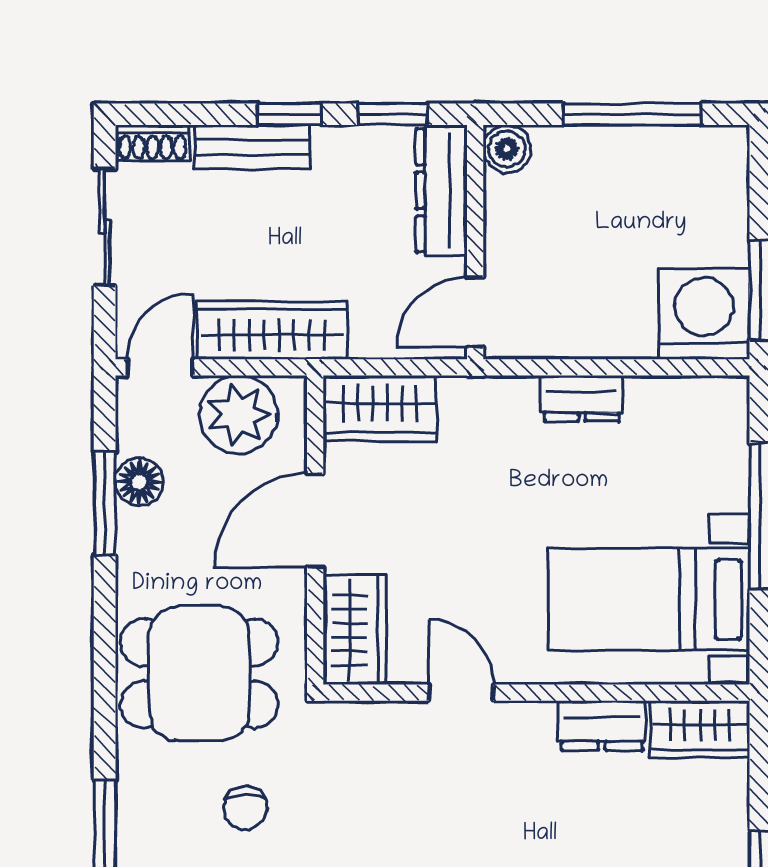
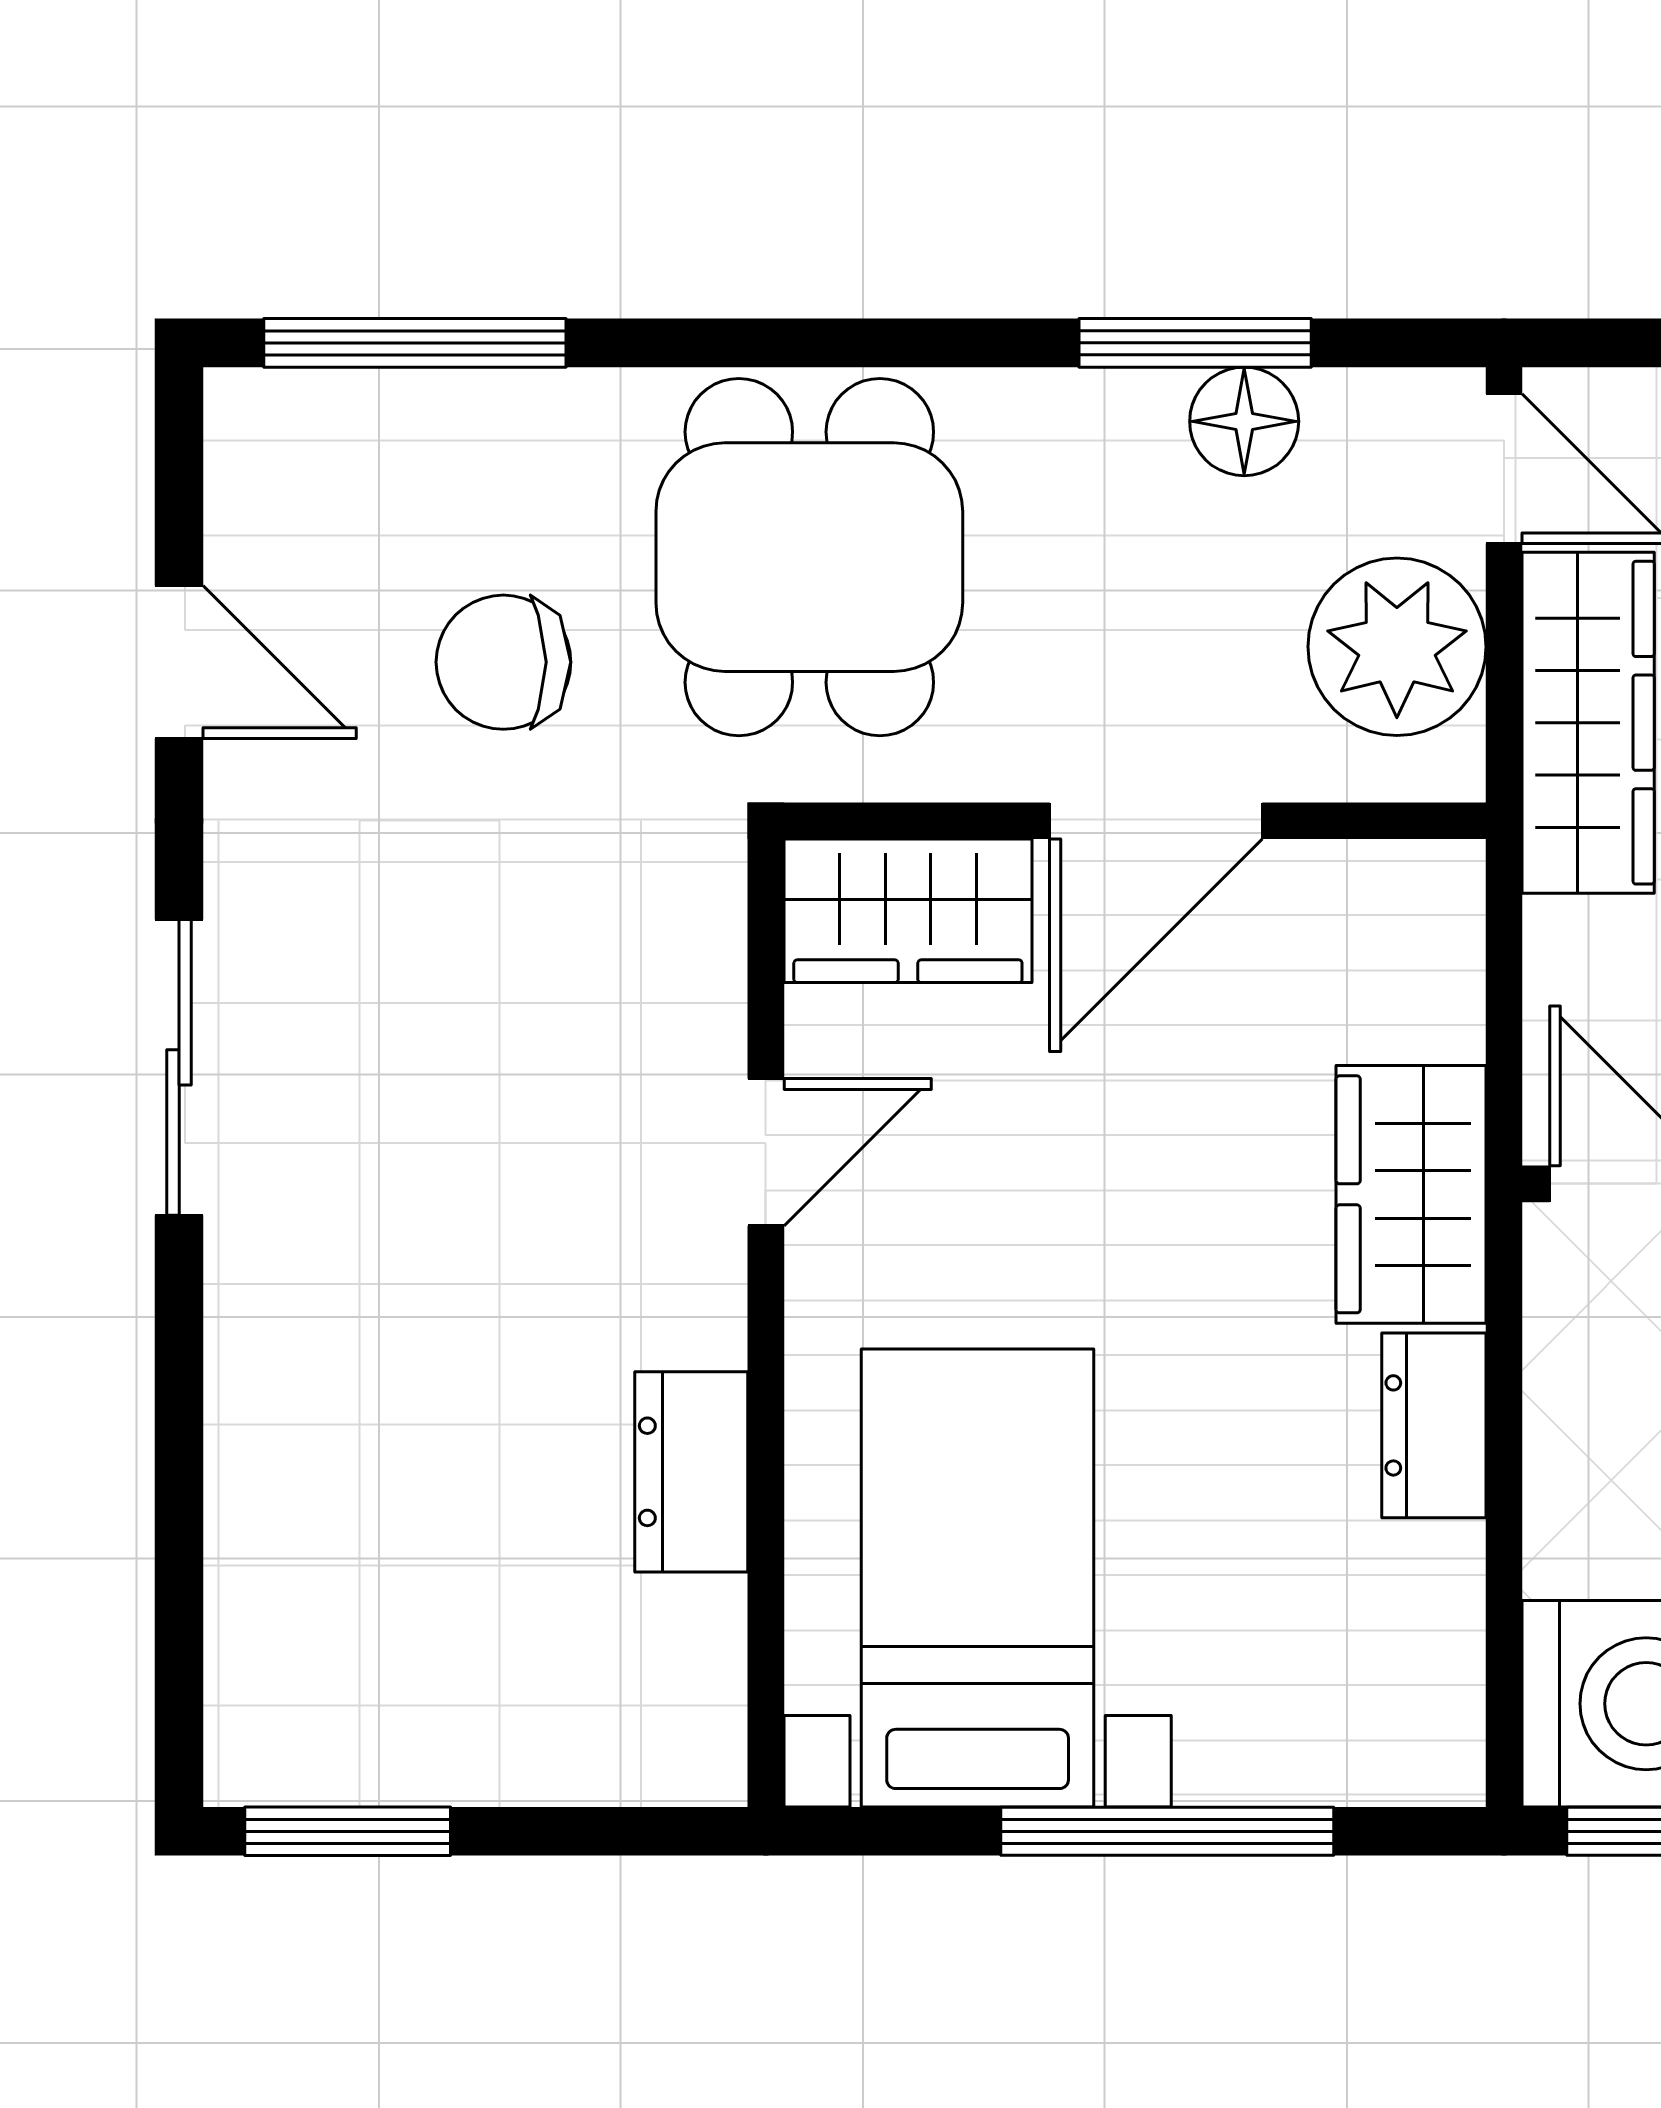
wardrobe: (380, 408) -> (1411, 1194), moved
door: (315, 521) -> (1156, 821), swing flipped
wardrobe: (700, 729) -> (682, 1694), removed
chair: (245, 808) -> (503, 662), width x1.37, depth x1.37

